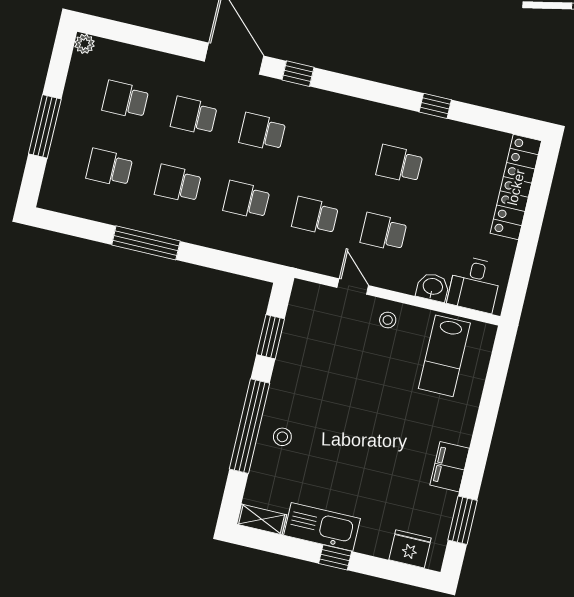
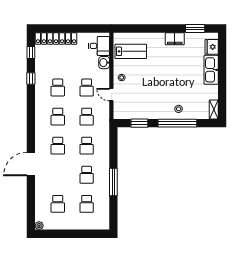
window: (298, 74) -> (31, 53), moved
school desk: (194, 116) -> (58, 117), moved
window: (45, 126) -> (76, 234), removed
door: (353, 287) -> (111, 95), hinge flipped
kitchen sink: (322, 527) -> (211, 70), moved
window: (335, 557) -> (222, 76), removed

